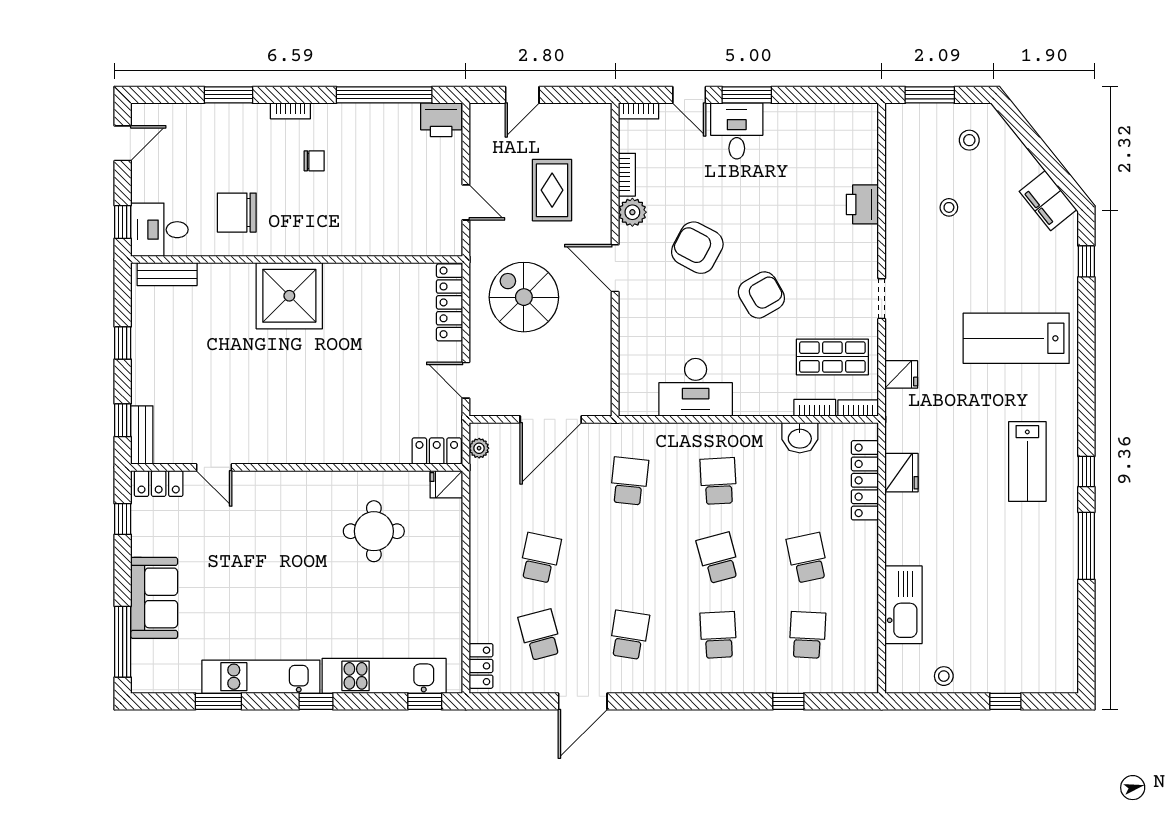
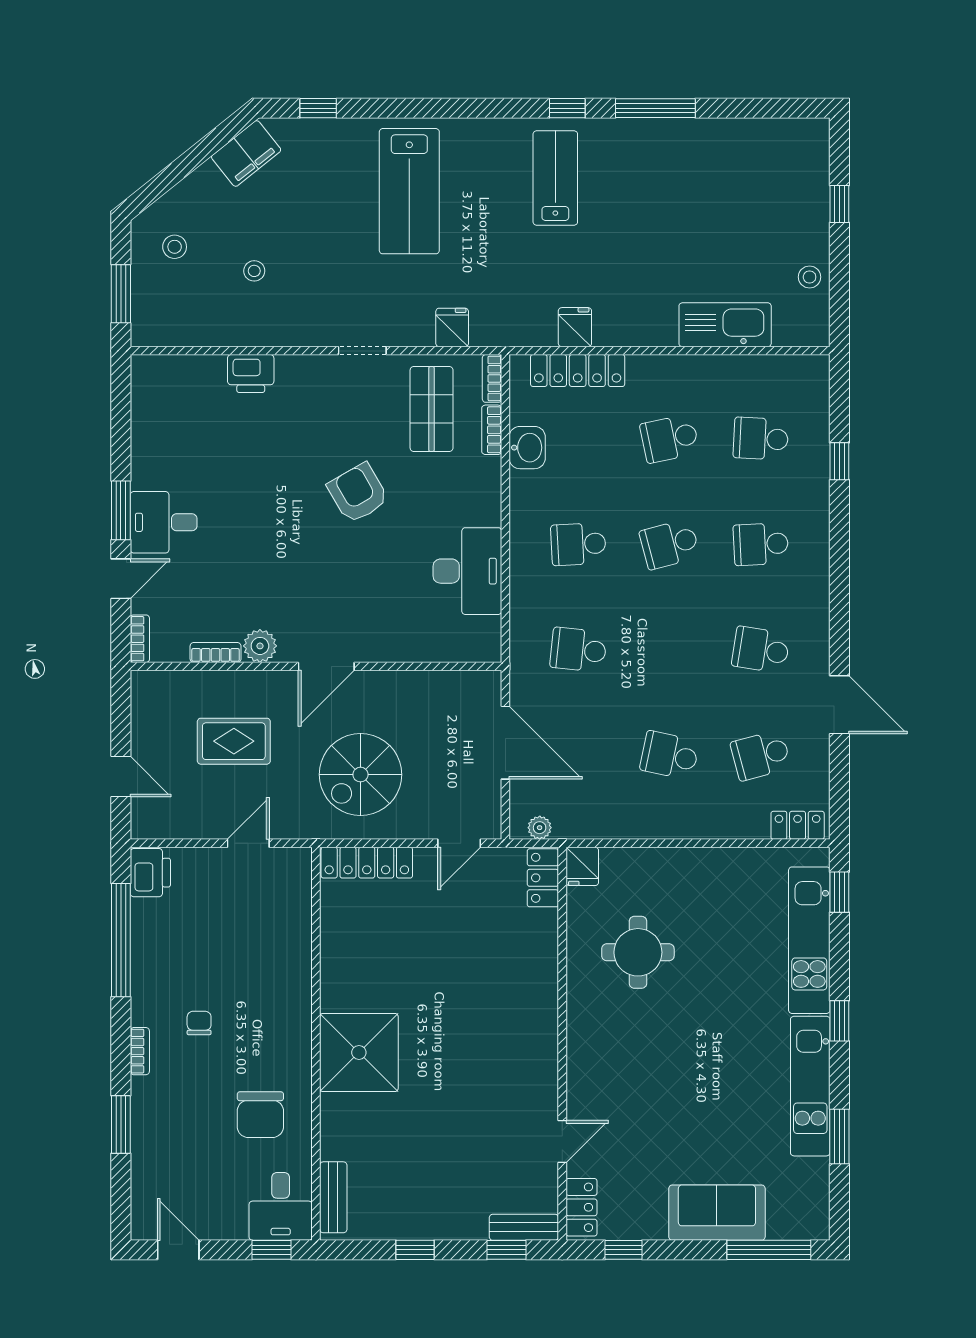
armchair: (697, 248) -> (302, 569), removed
lab bench: (1027, 462) -> (555, 178), turned -90
fridge: (901, 473) -> (575, 327), width x0.72

